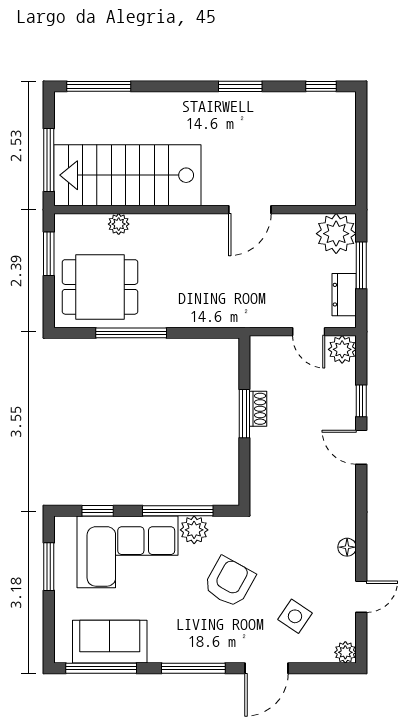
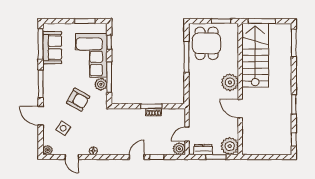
plant: (119, 224) -> (230, 82), moved, width x1.87, depth x1.87

